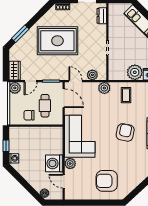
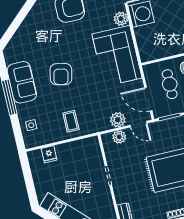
plant: (135, 72) -> (67, 153), removed
plant: (104, 88) -> (118, 120), moved

